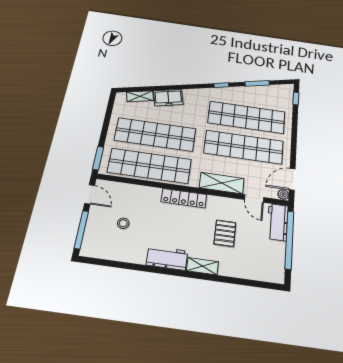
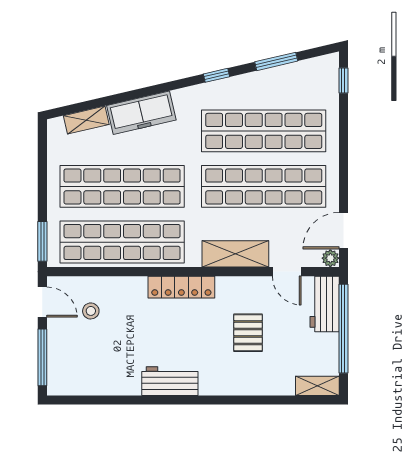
freezer: (168, 98) -> (141, 113), width x1.40
stool: (123, 223) -> (91, 311), moved
shelving: (202, 266) -> (317, 386), moved

